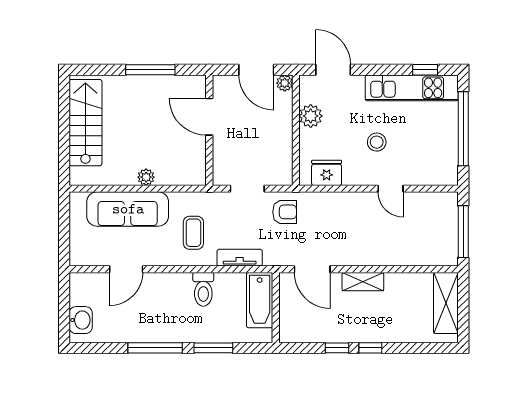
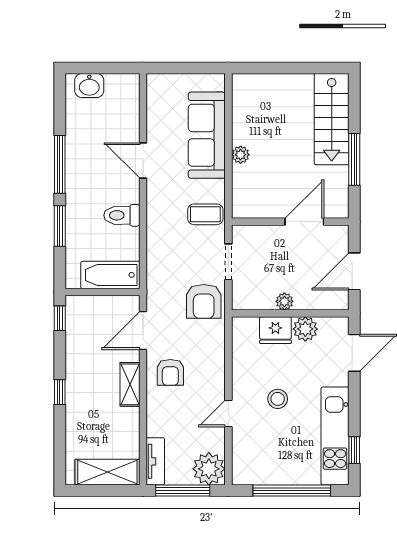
plant: (285, 83) -> (284, 301), moved
stairs: (85, 123) -> (332, 119), moved, turned 90
fridge: (327, 173) -> (275, 330), moved, turned 90
plant: (443, 207) -> (209, 469), added
armchair: (285, 212) -> (204, 301), width x1.38, depth x1.38
coffee table: (193, 233) -> (205, 214), moved
armchair: (352, 243) -> (170, 372), added
tv unit: (240, 258) -> (155, 461), moved
door: (126, 269) -> (143, 161), moved
window: (337, 348) -> (60, 318), moved

